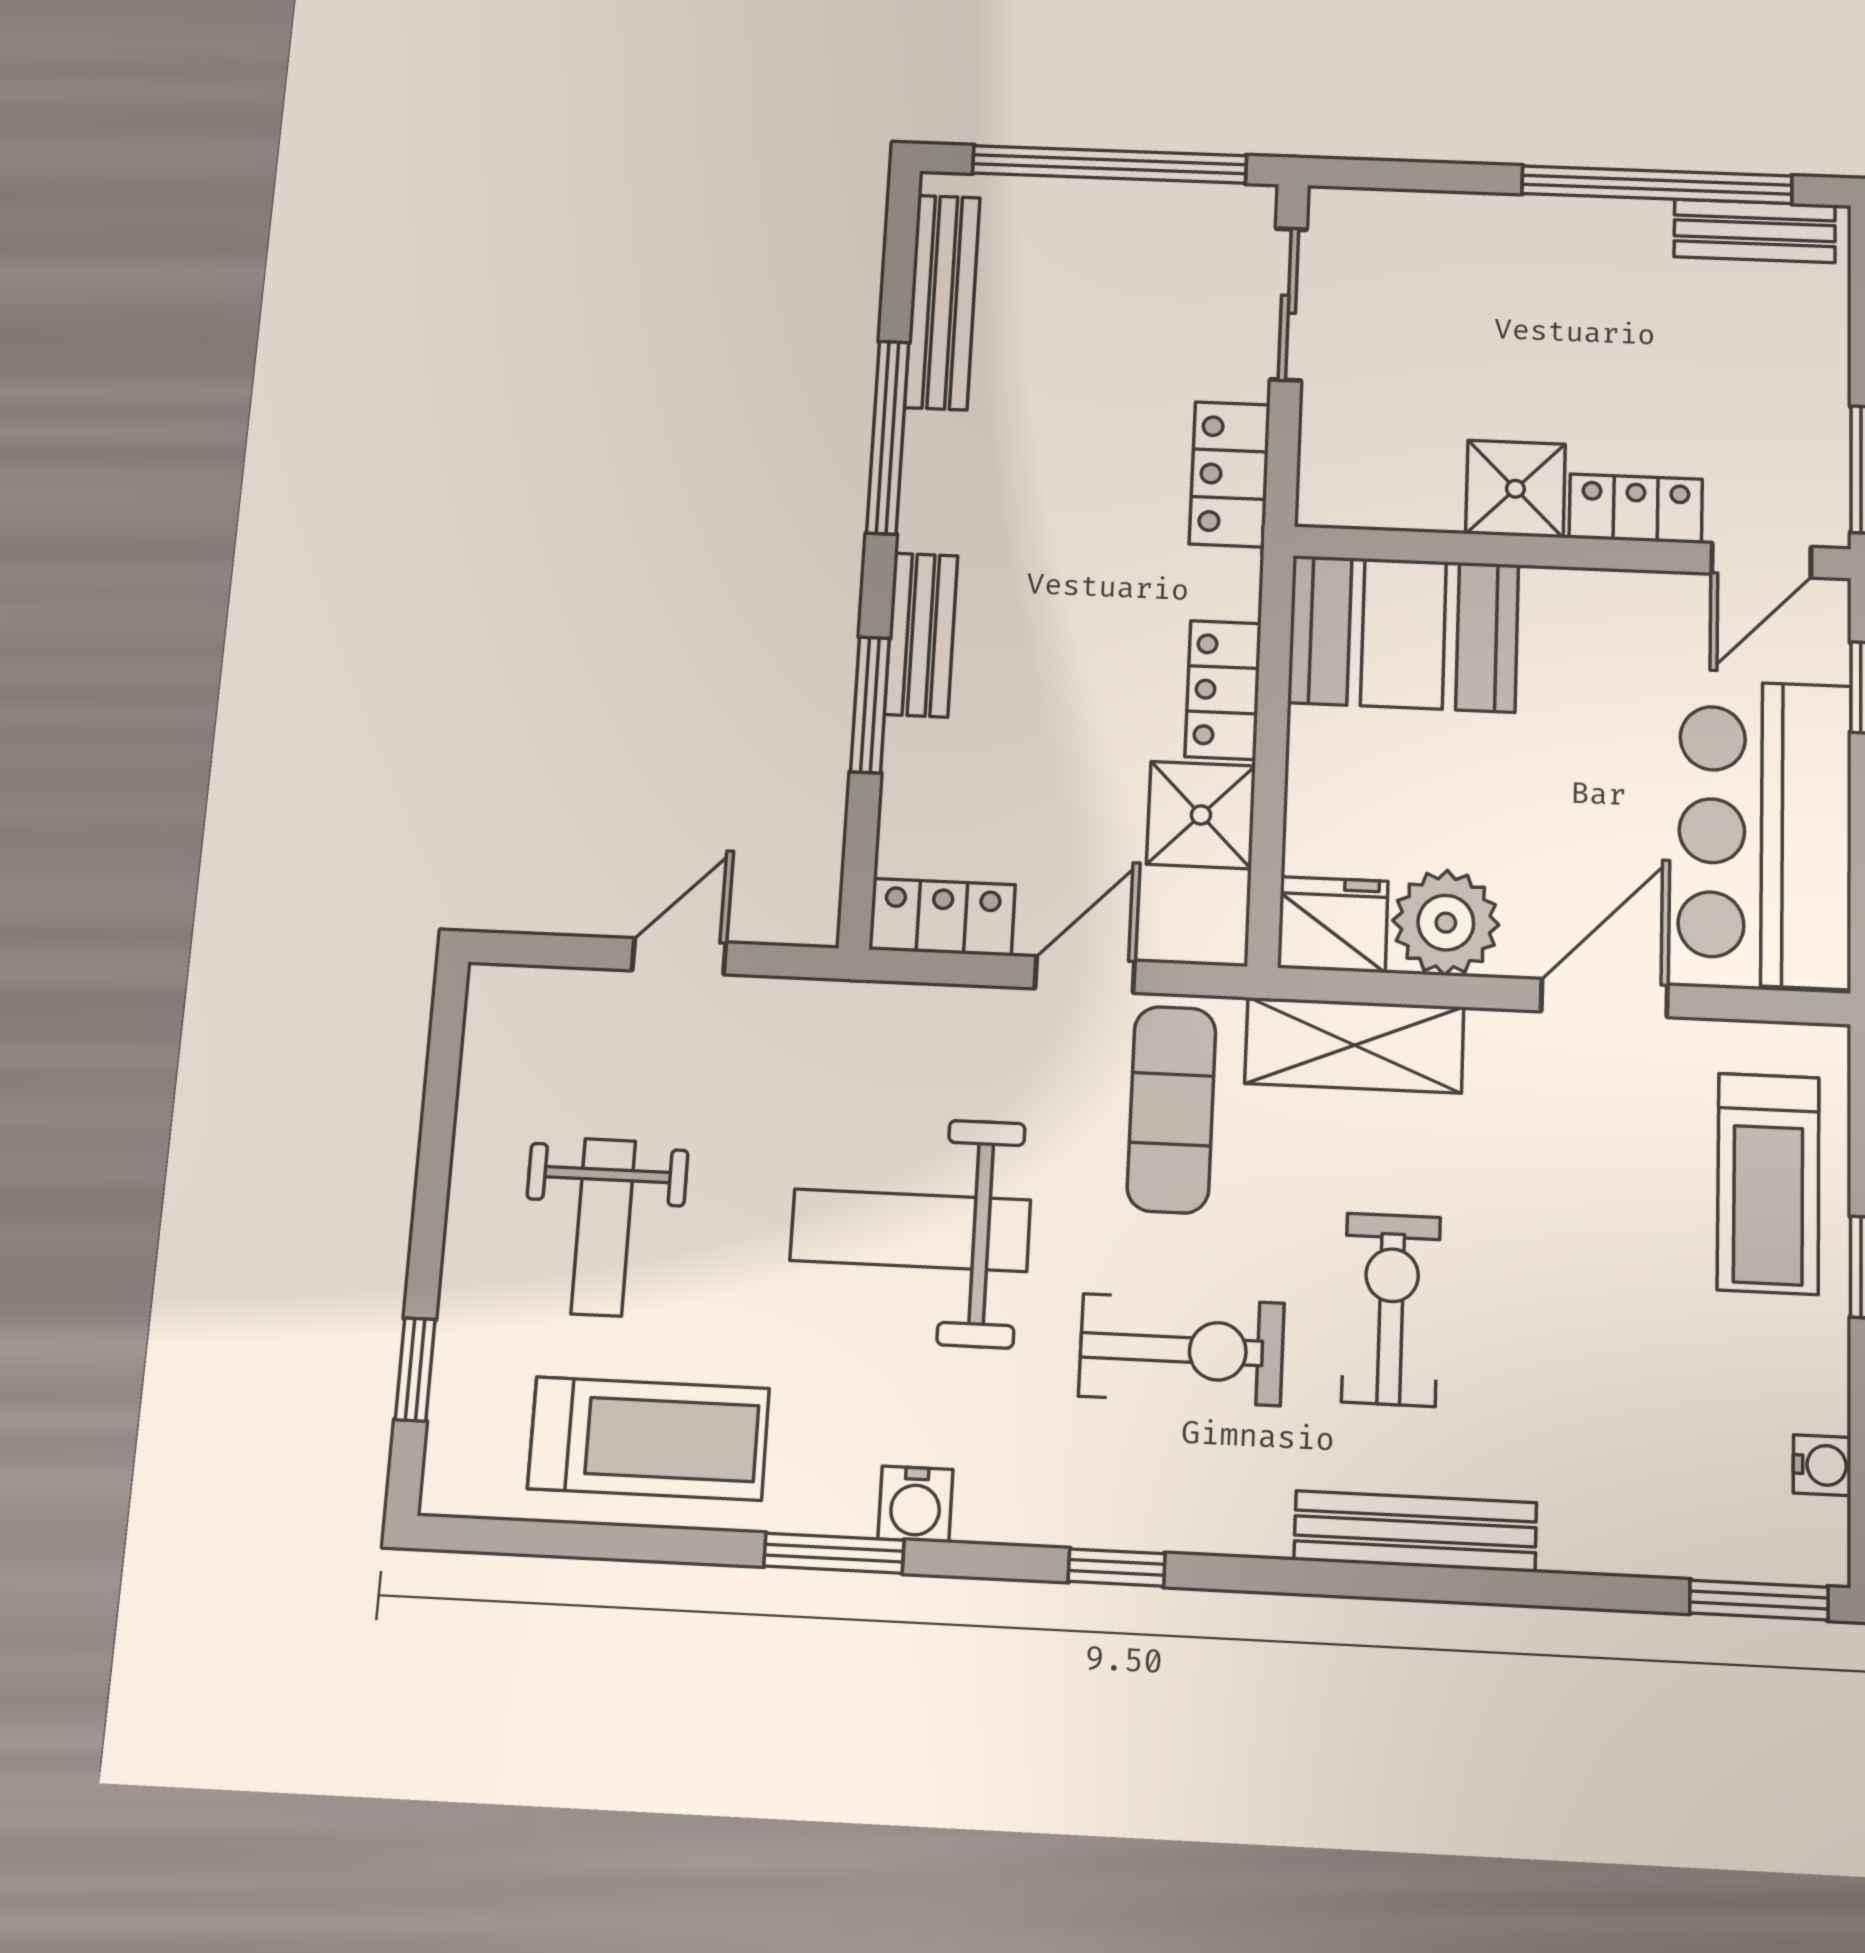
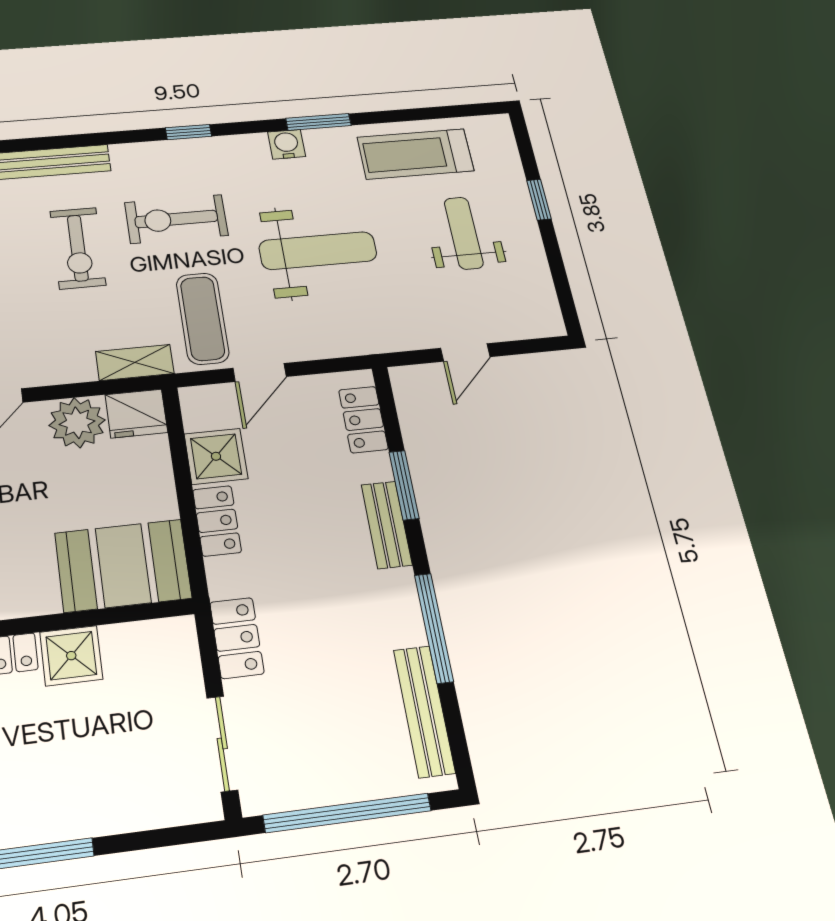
locker: (942, 917) -> (363, 420), moved, turned 90
shelving: (1354, 1045) -> (135, 362), width x0.67, depth x0.75
window: (415, 1369) -> (539, 200), moved

